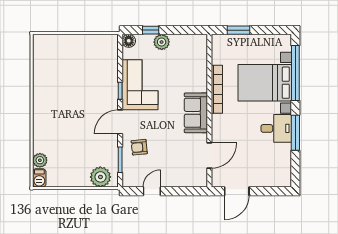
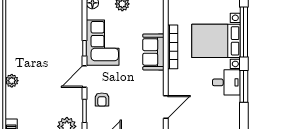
sofa: (196, 113) -> (153, 52), moved
armchair: (139, 147) -> (102, 99), turned -84
plant: (40, 160) -> (12, 81), moved

